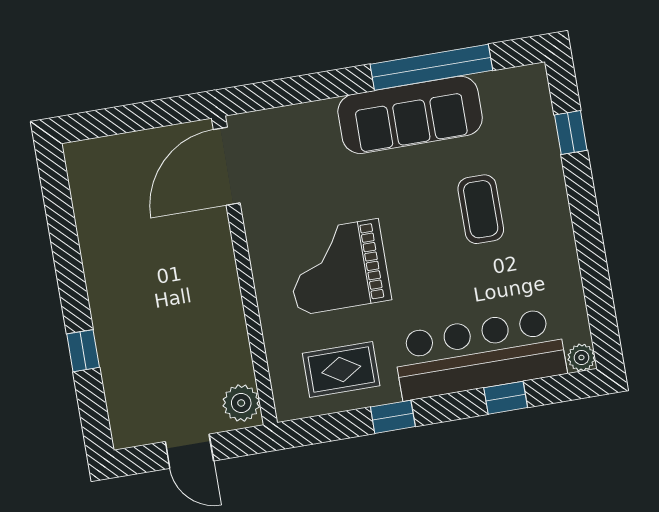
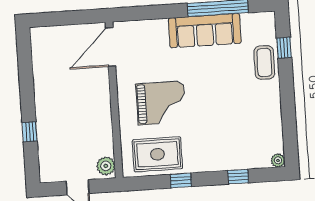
coffee table: (481, 209) -> (264, 62), moved
grand piano: (338, 267) -> (161, 103), turned 180
bar counter: (480, 354) -> (227, 154), removed
rug: (341, 369) -> (157, 154), width x1.36, depth x1.43

